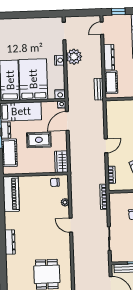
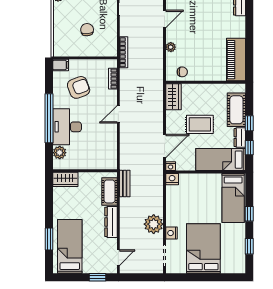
nightstand: (59, 60) -> (171, 233), moved
bed: (33, 79) -> (203, 248), moved, turned 180
door: (71, 225) -> (165, 19), hinge flipped

